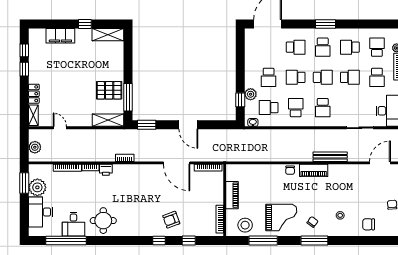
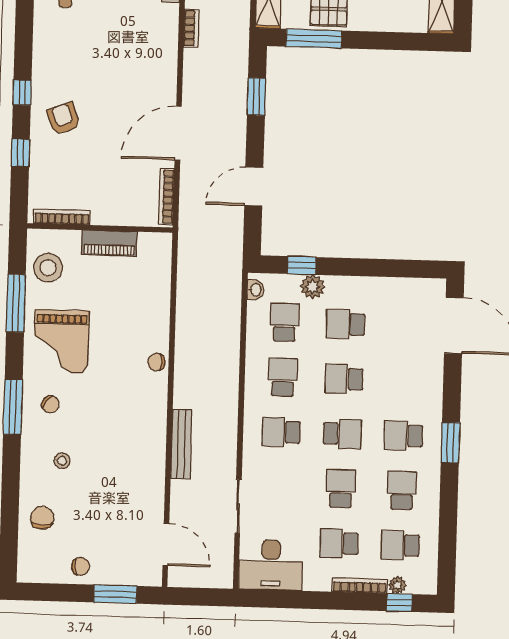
school desk: (296, 47) -> (405, 381), removed
school desk: (377, 47) -> (400, 545), turned 180
school desk: (296, 77) -> (344, 379), turned -90
school desk: (323, 77) -> (342, 434), turned -90
school desk: (350, 77) -> (341, 489), turned 180
school desk: (296, 108) -> (283, 377), turned -90
window: (147, 125) -> (256, 97), moved
door: (188, 125) -> (254, 186), moved
piano: (314, 170) -> (155, 410), removed

